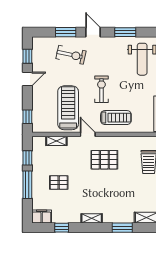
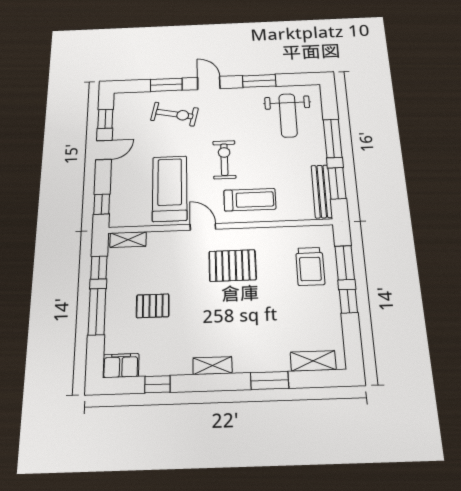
shelving: (56, 141) -> (128, 240), moved

